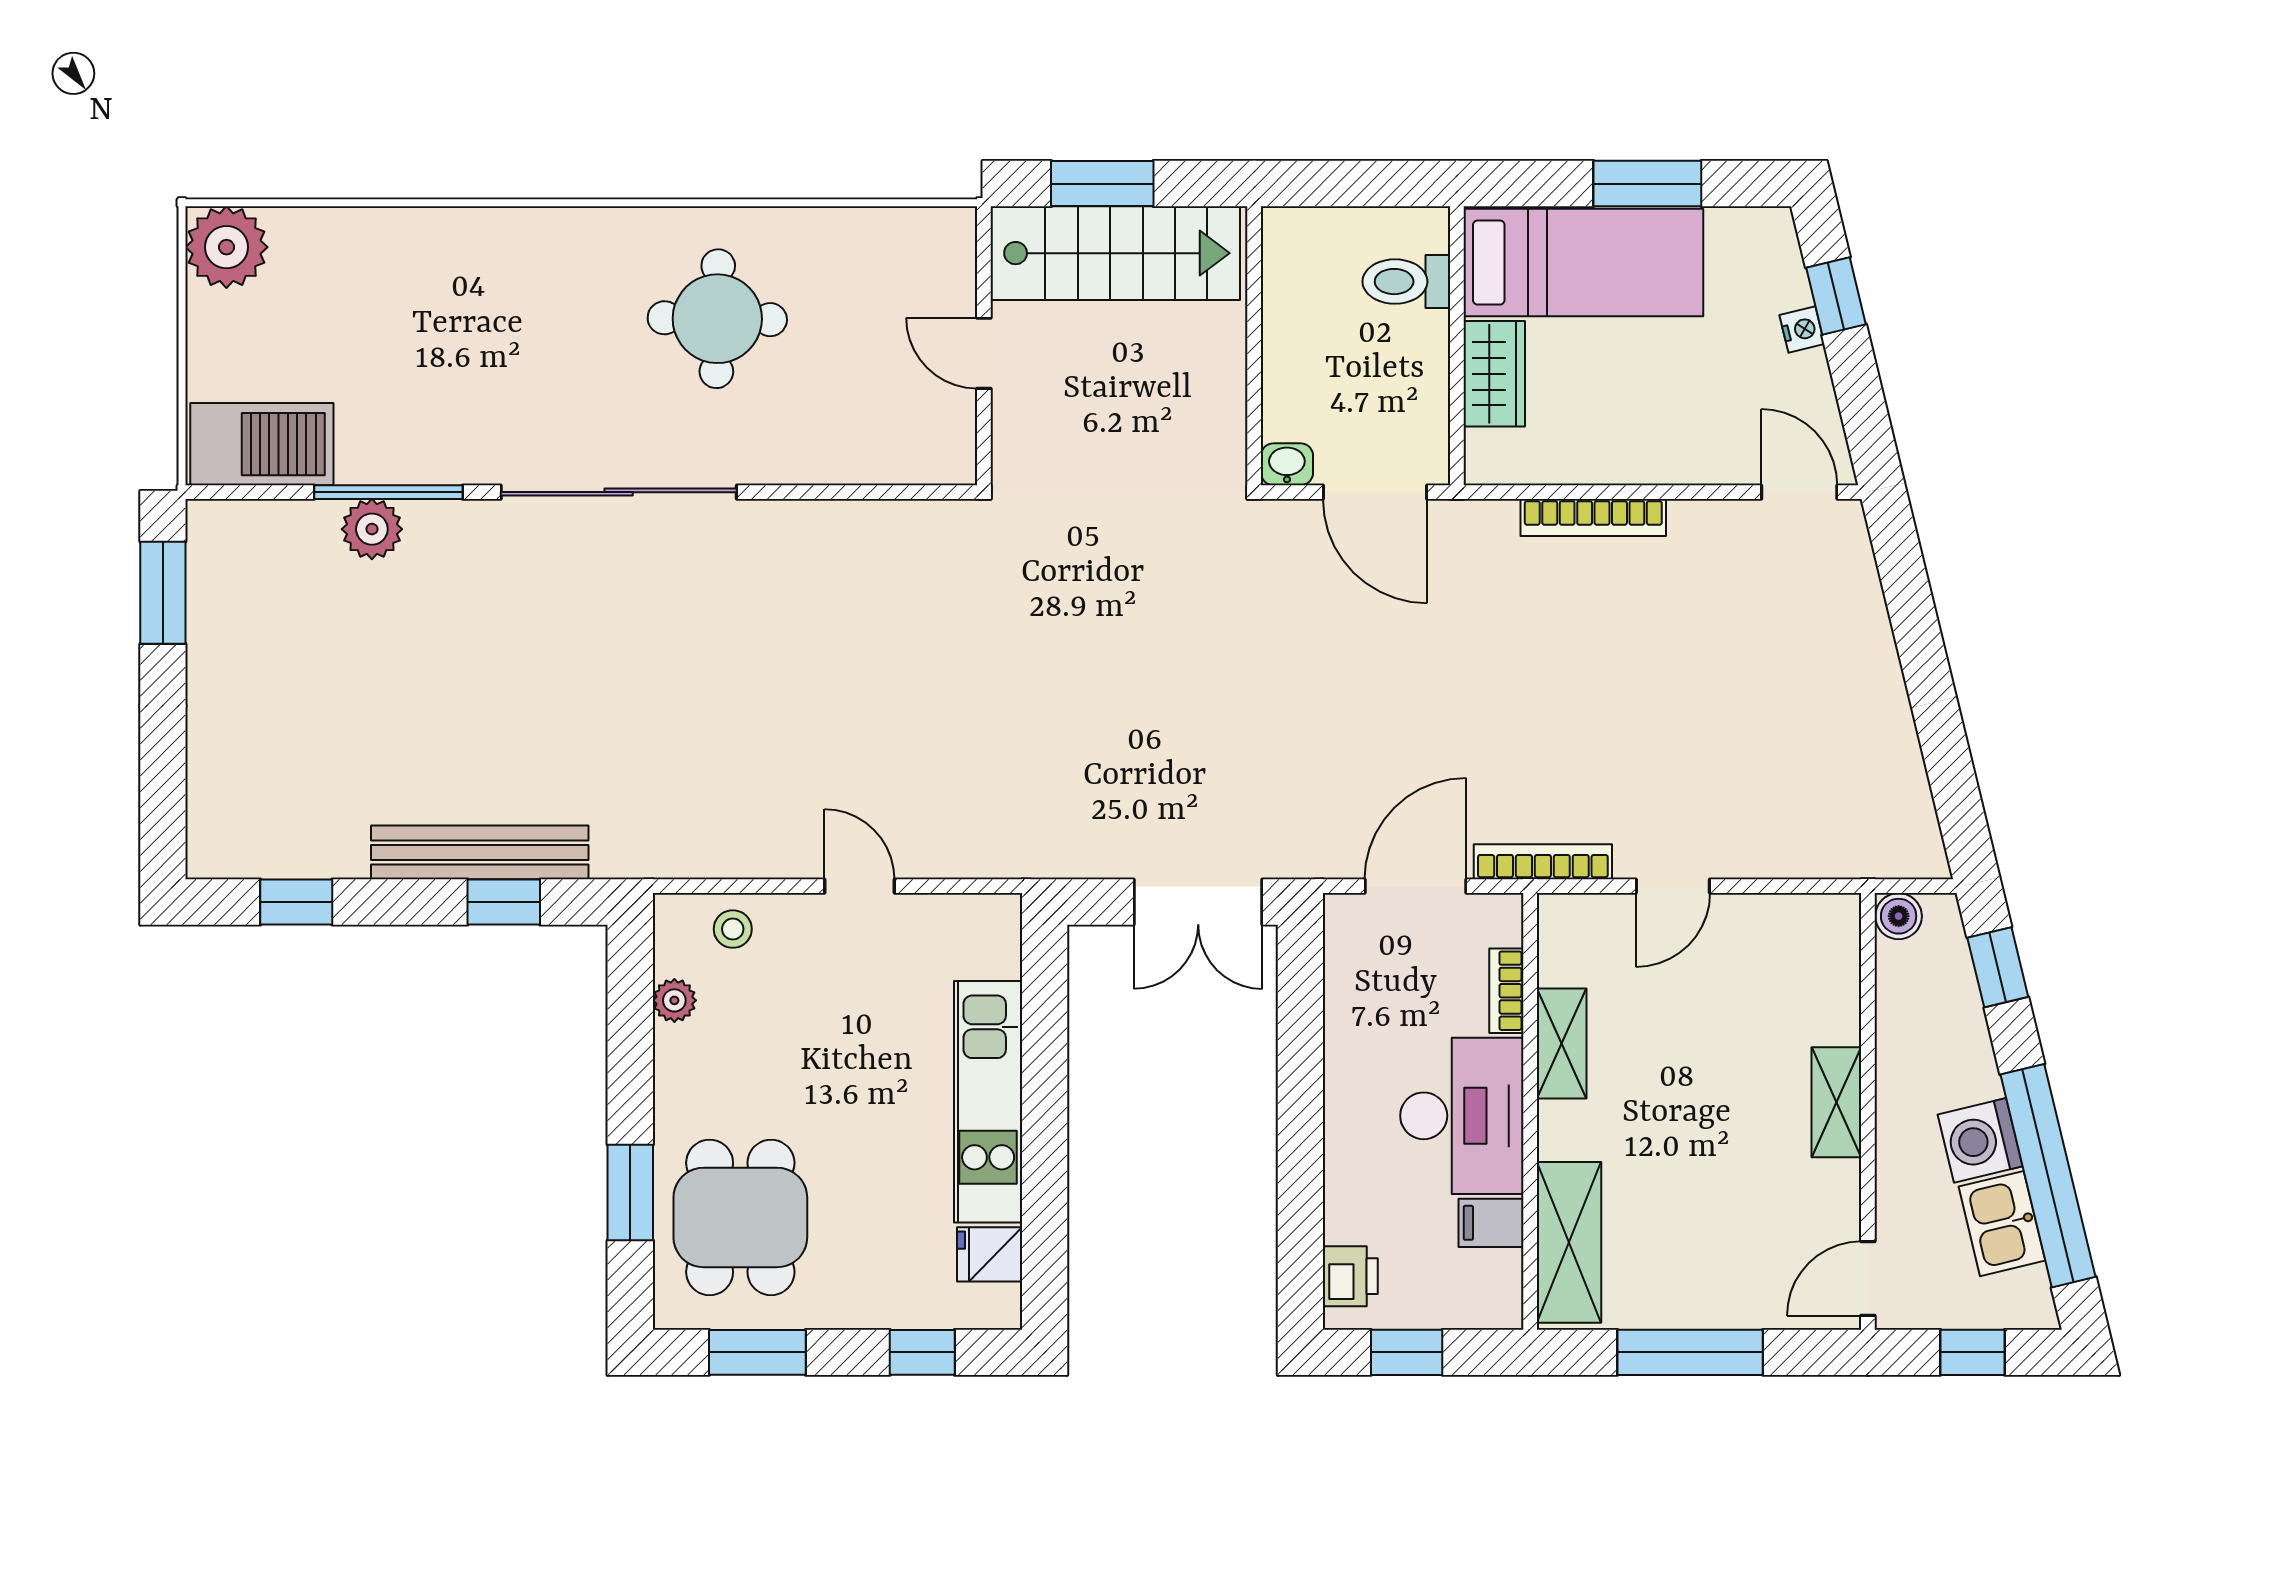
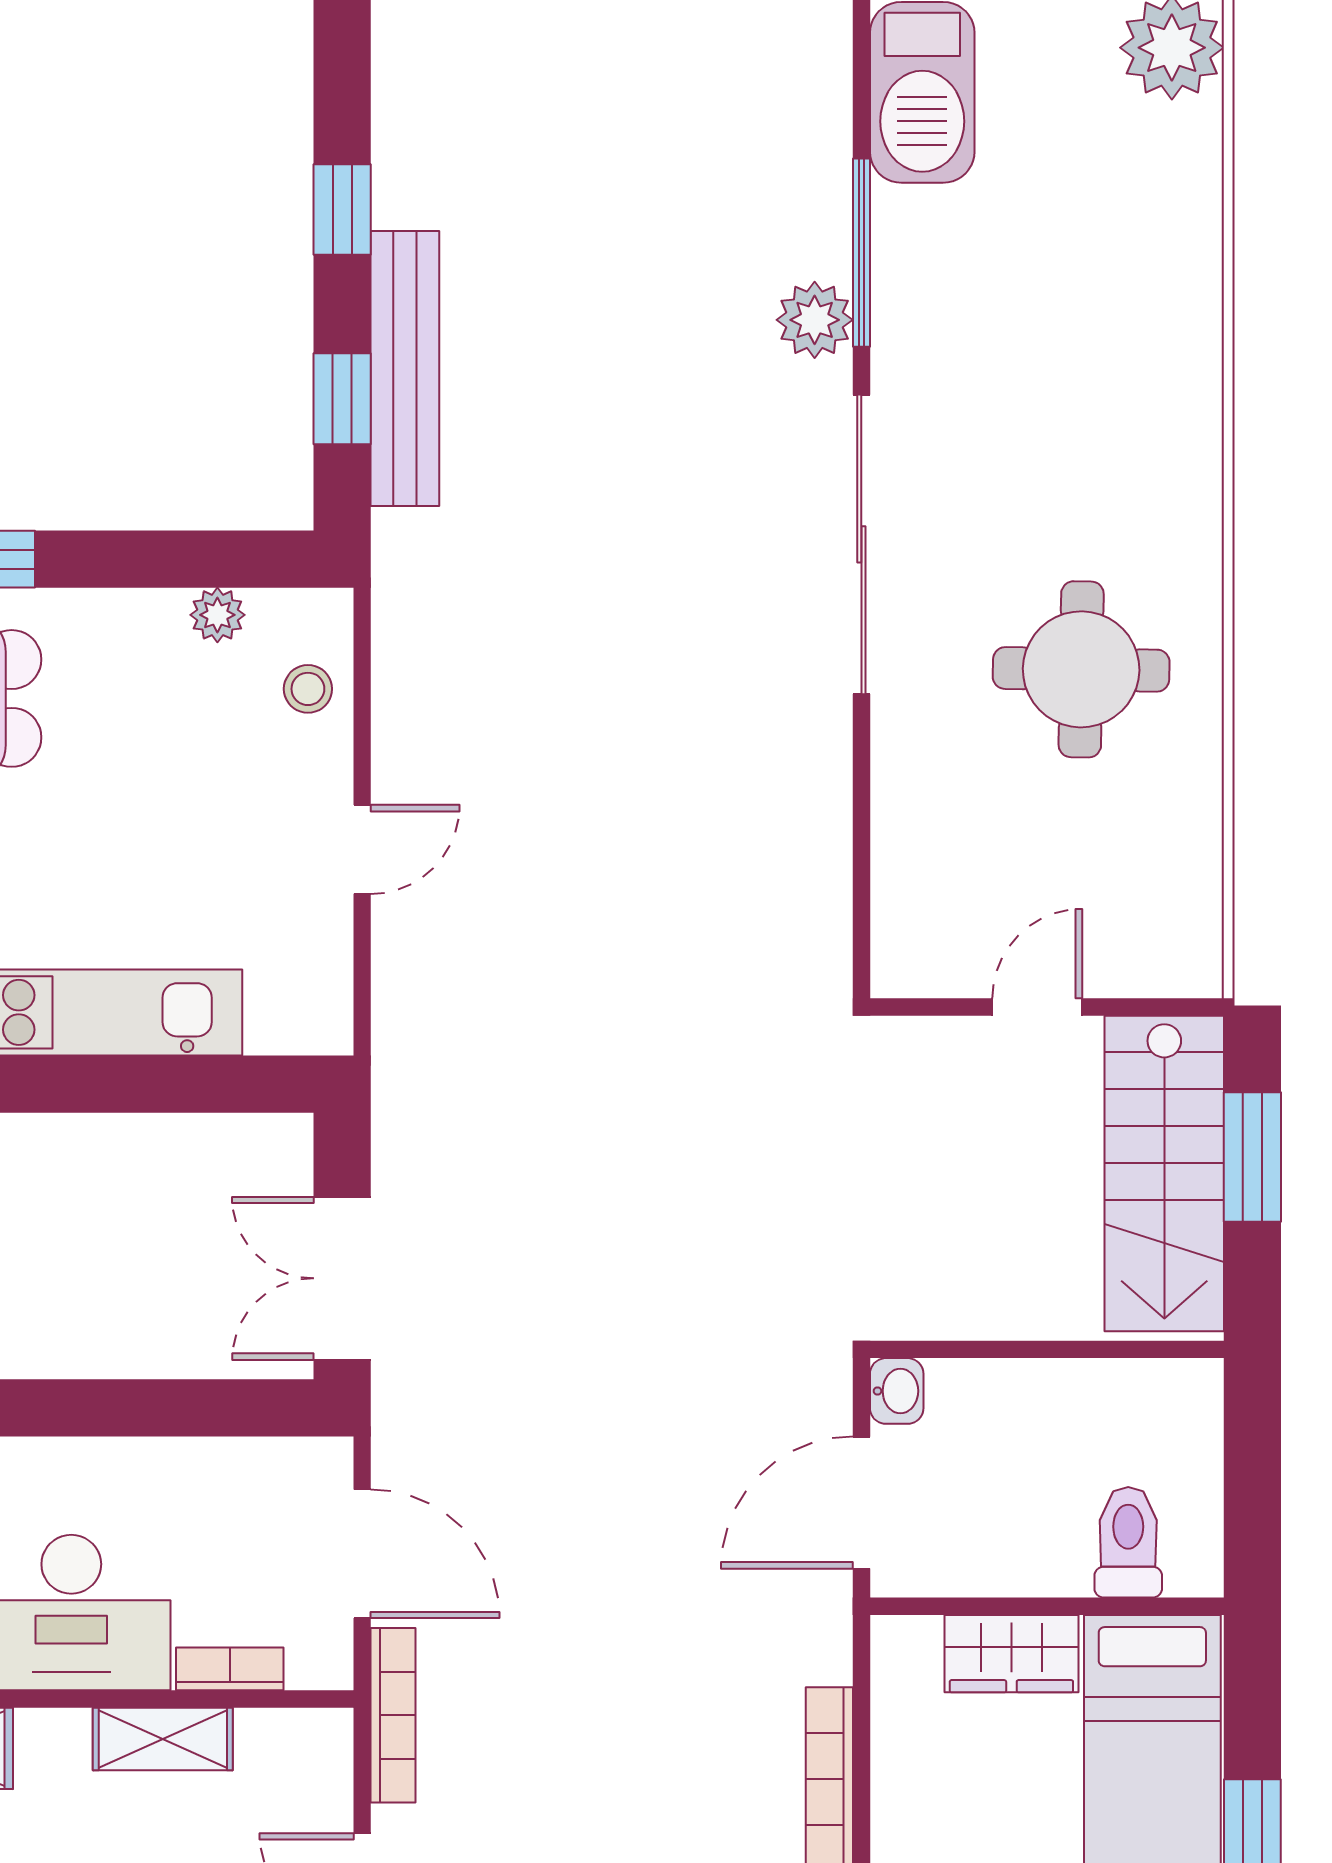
plant: (372, 529) -> (815, 320), moved
window: (296, 902) -> (342, 210), moved

